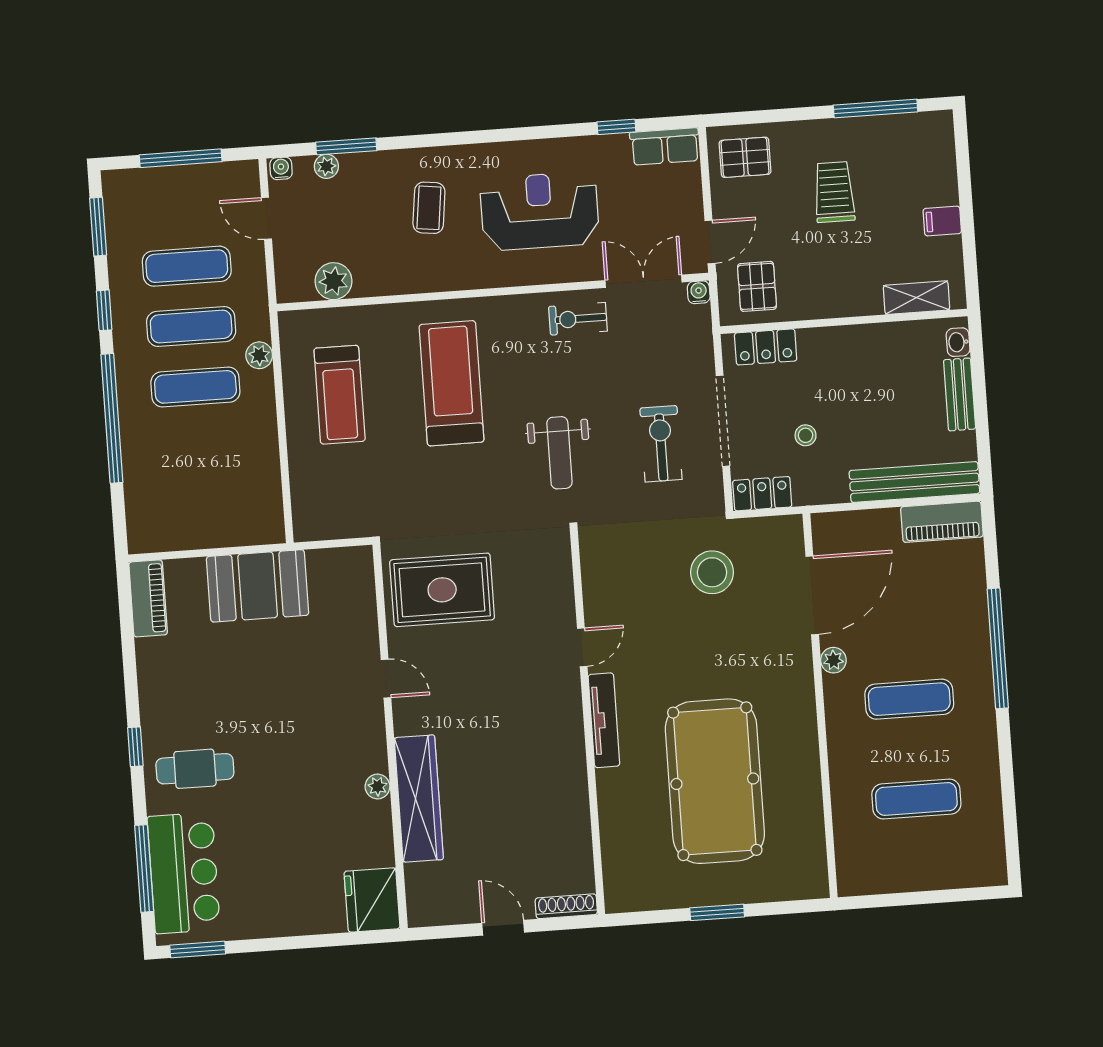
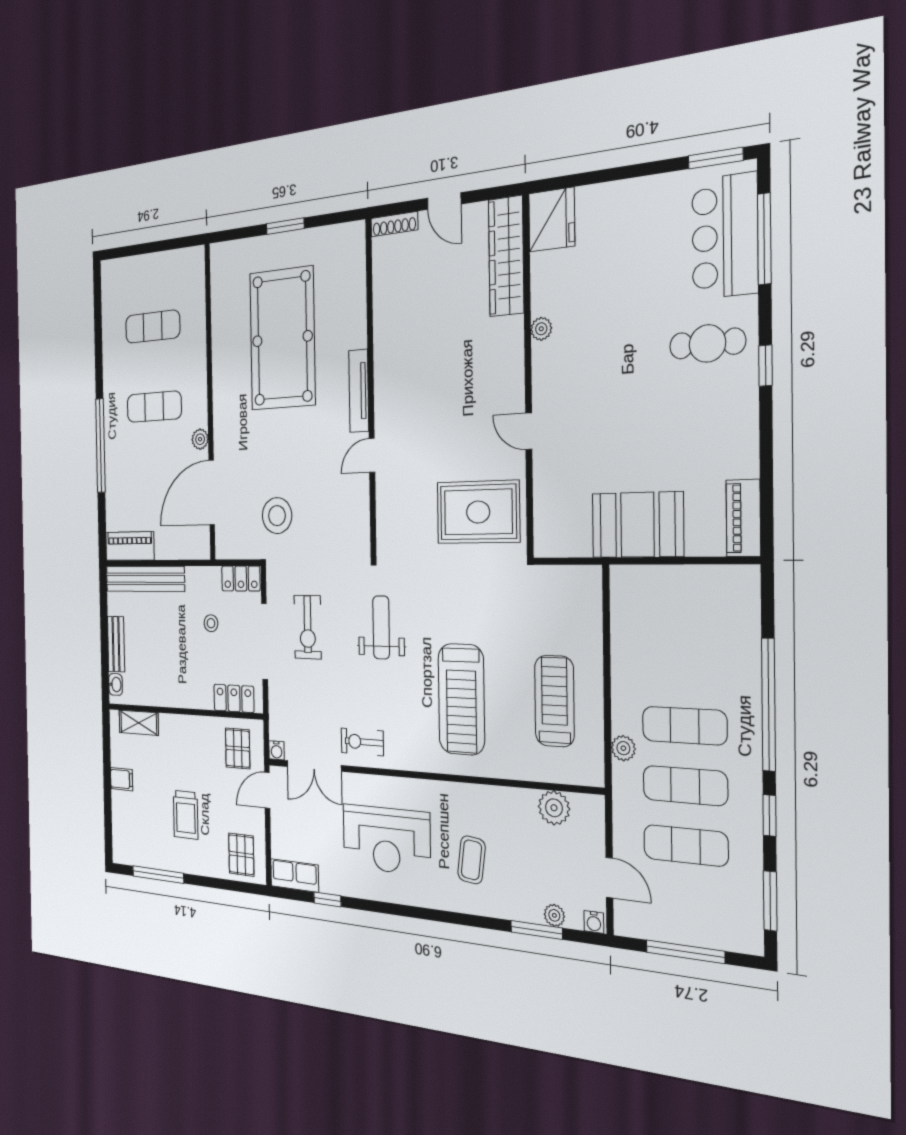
pallet: (745, 157) -> (241, 855), turned 90
exercise bike: (578, 319) -> (362, 742), turned 180
wardrobe: (419, 799) -> (506, 256), moved

